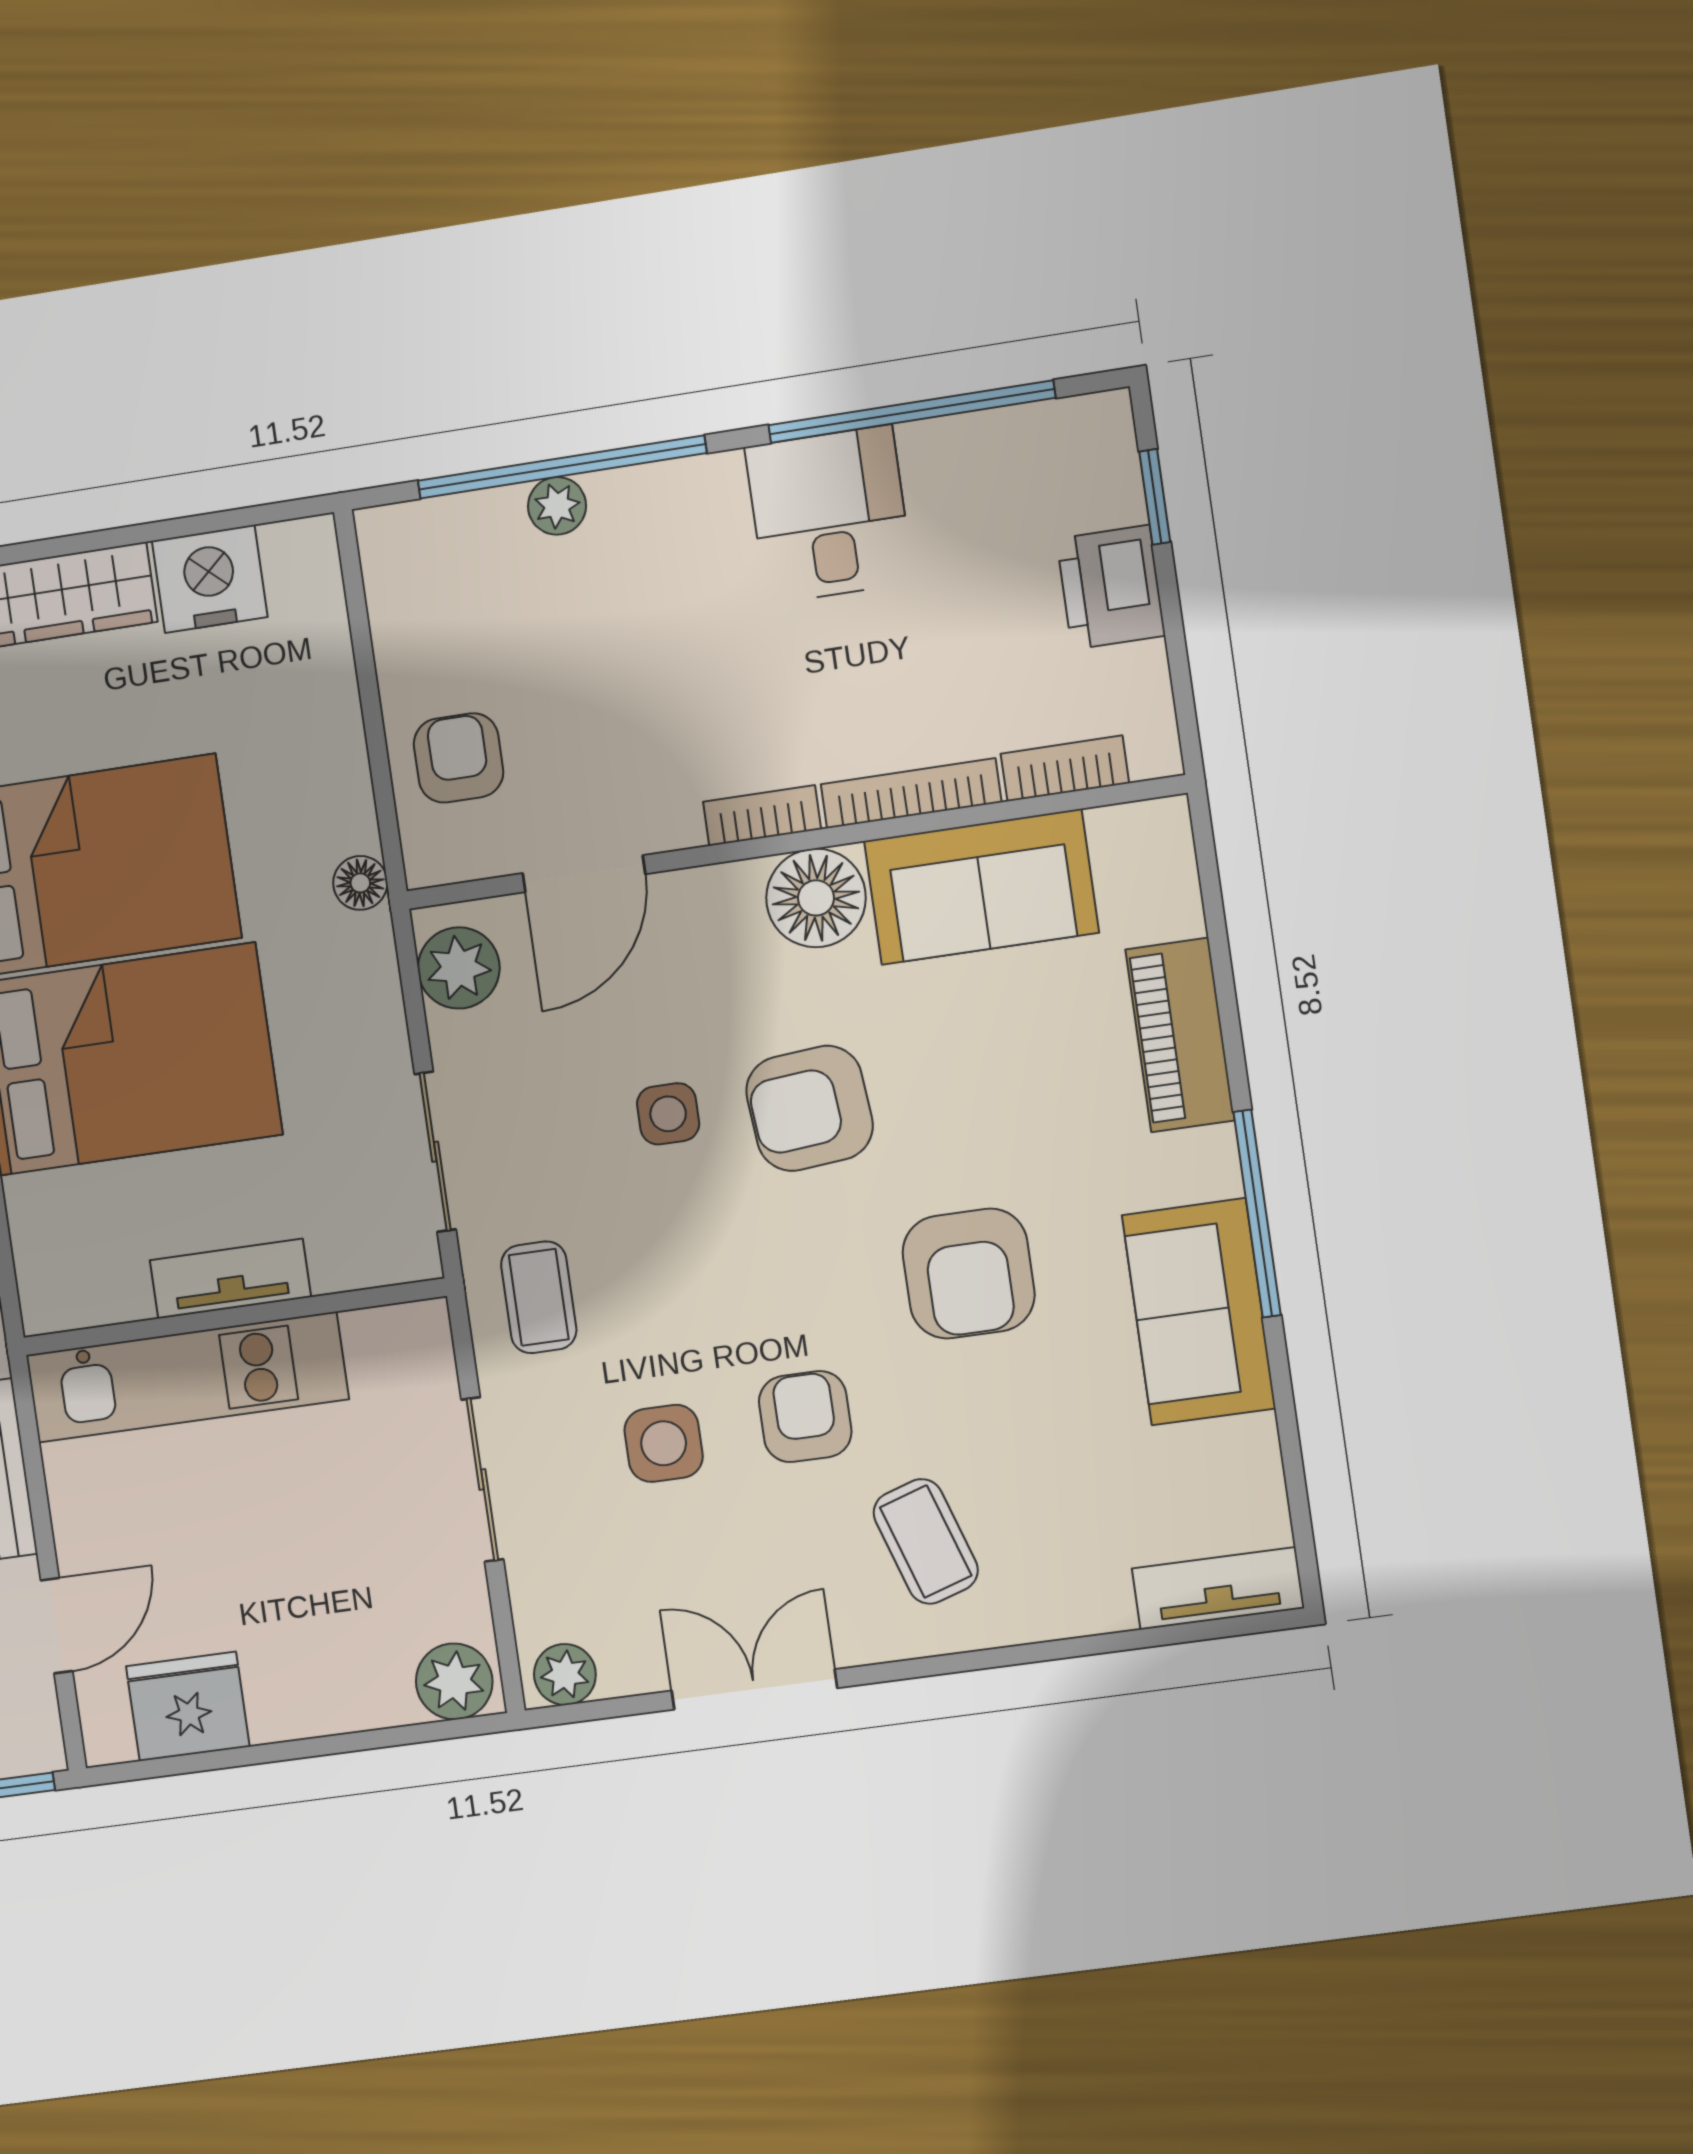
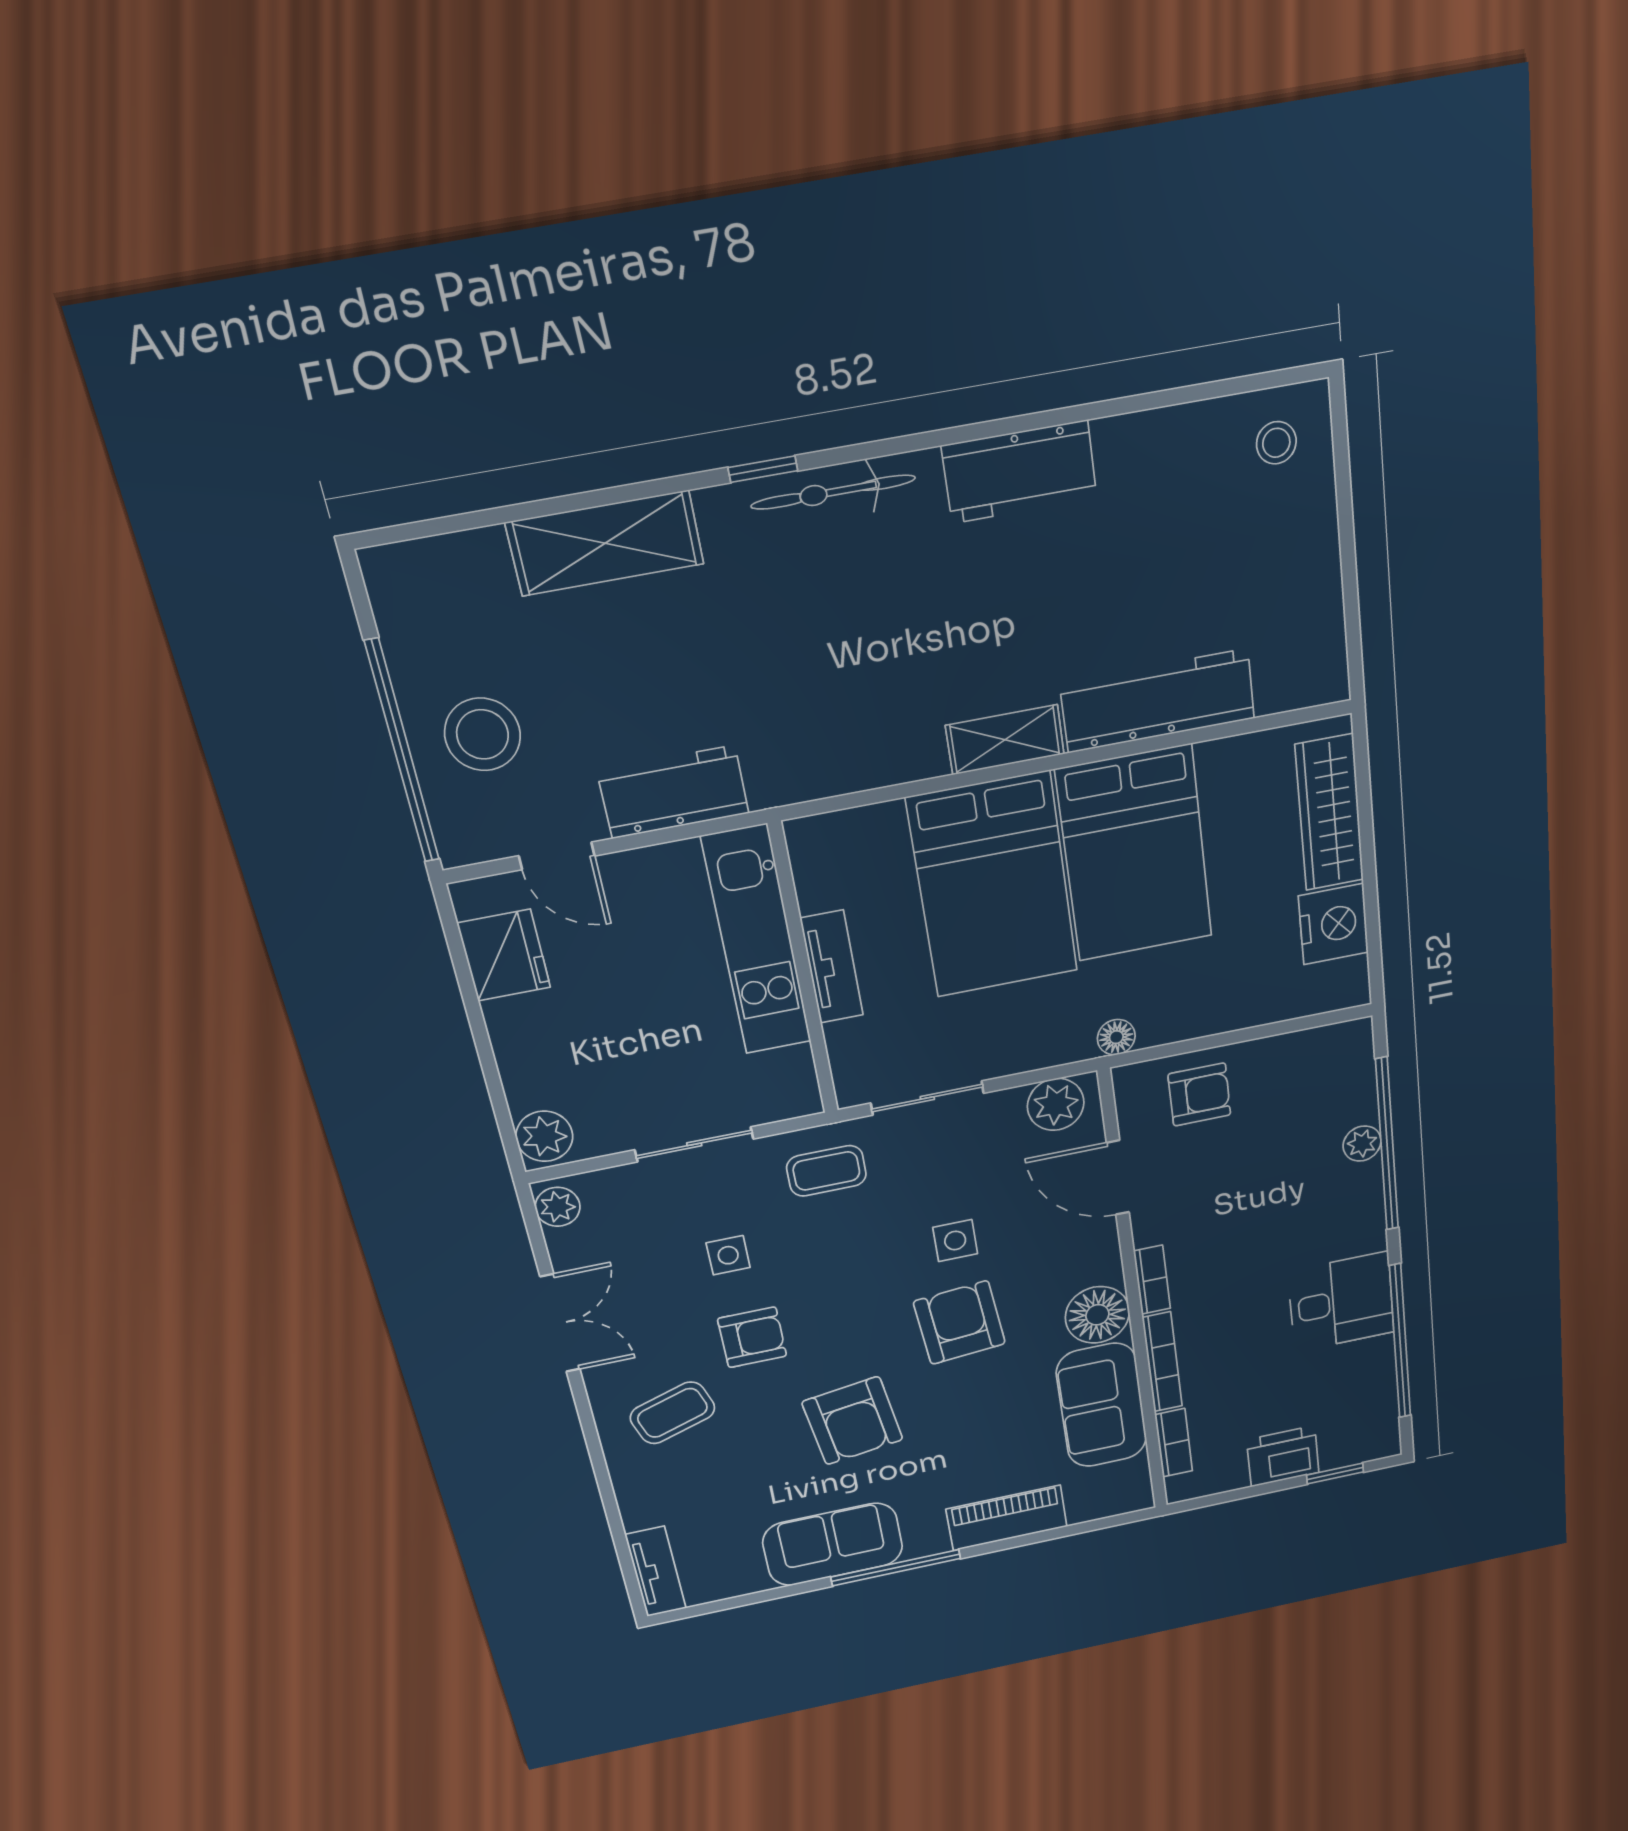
armchair: (969, 1274) -> (853, 1421), turned -98
side table: (664, 1443) -> (728, 1255), width x0.73, depth x0.73

